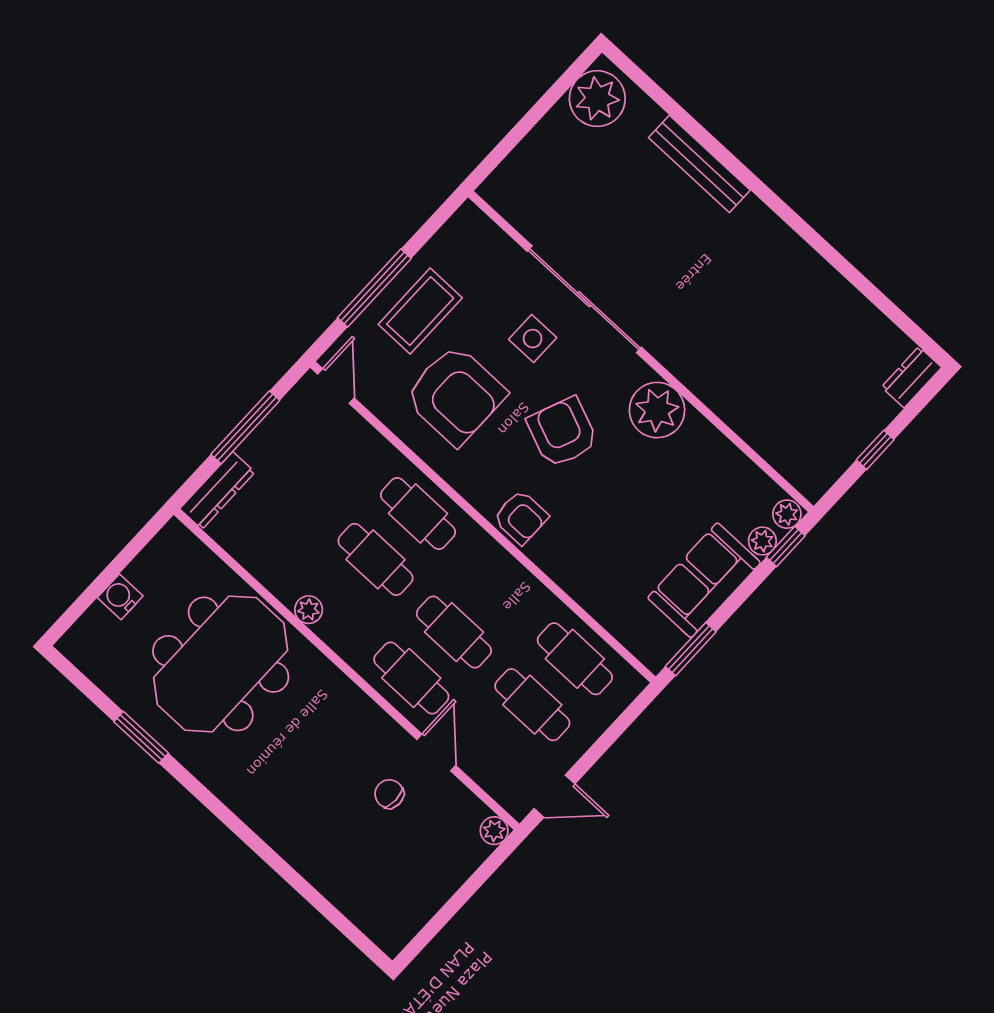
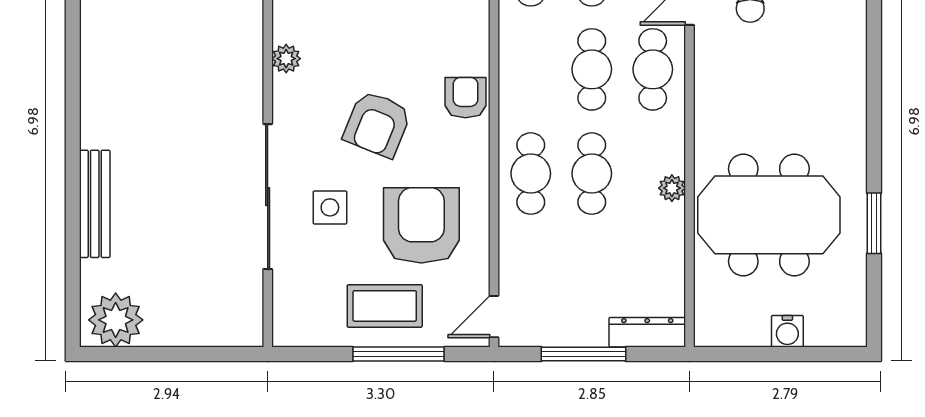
plant: (657, 410) -> (286, 59), width x0.53, depth x0.53

